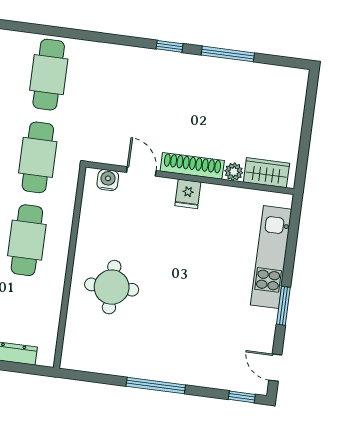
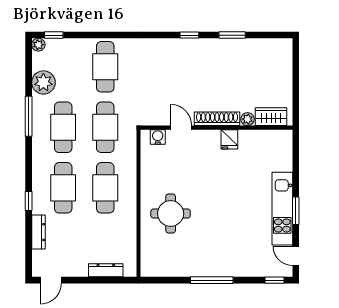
window: (228, 54) -> (232, 35), width x0.69
fridge: (188, 194) -> (229, 139), moved
kitchen unit: (271, 257) -> (282, 209), moved

